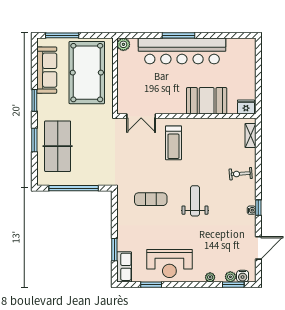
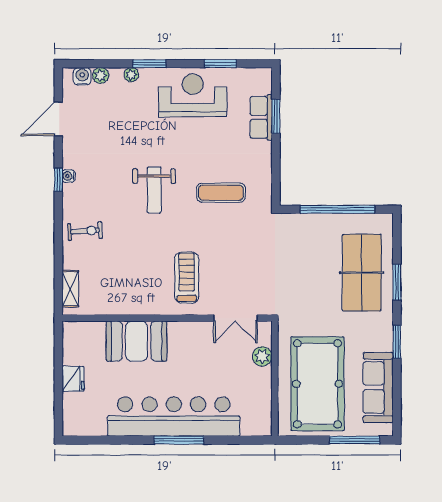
plant: (123, 44) -> (262, 356), moved
fridge: (246, 107) -> (73, 379), moved, turned -90
double door: (141, 116) -> (235, 318), swing flipped
row of seats: (124, 267) -> (261, 117), moved
window: (233, 285) -> (150, 64), moved

